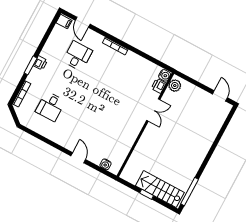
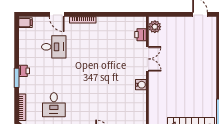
door: (83, 22) -> (57, 14), moved
desk: (77, 56) -> (54, 47), turned 90
water cooler: (165, 75) -> (141, 85), moved

